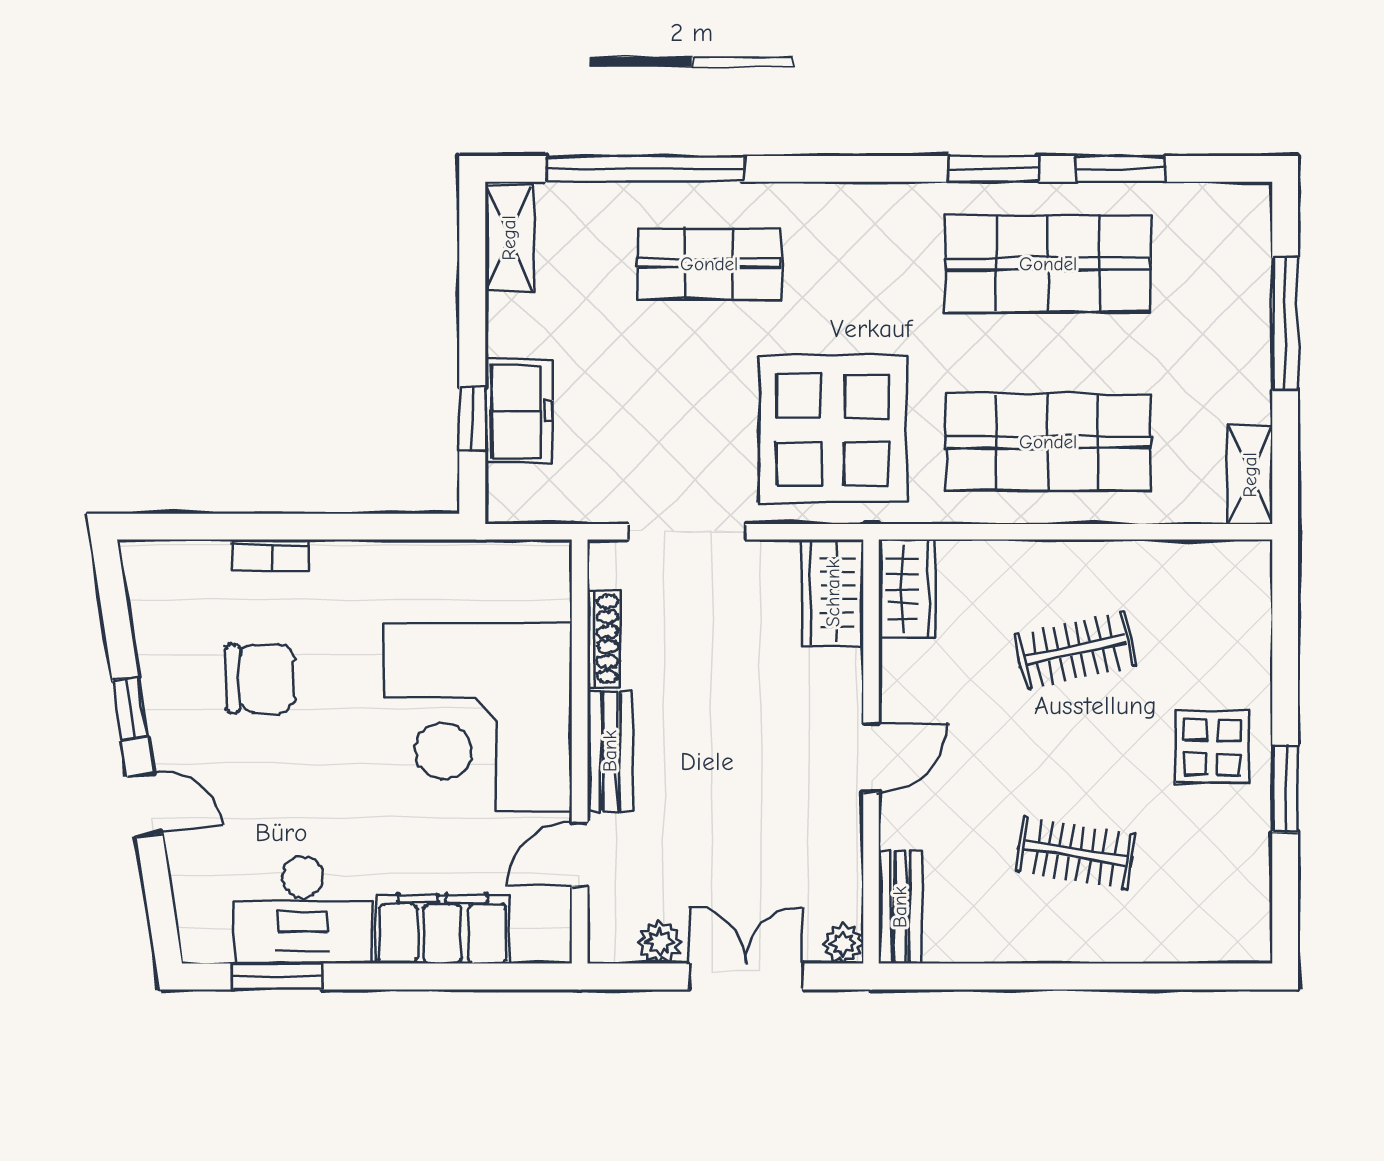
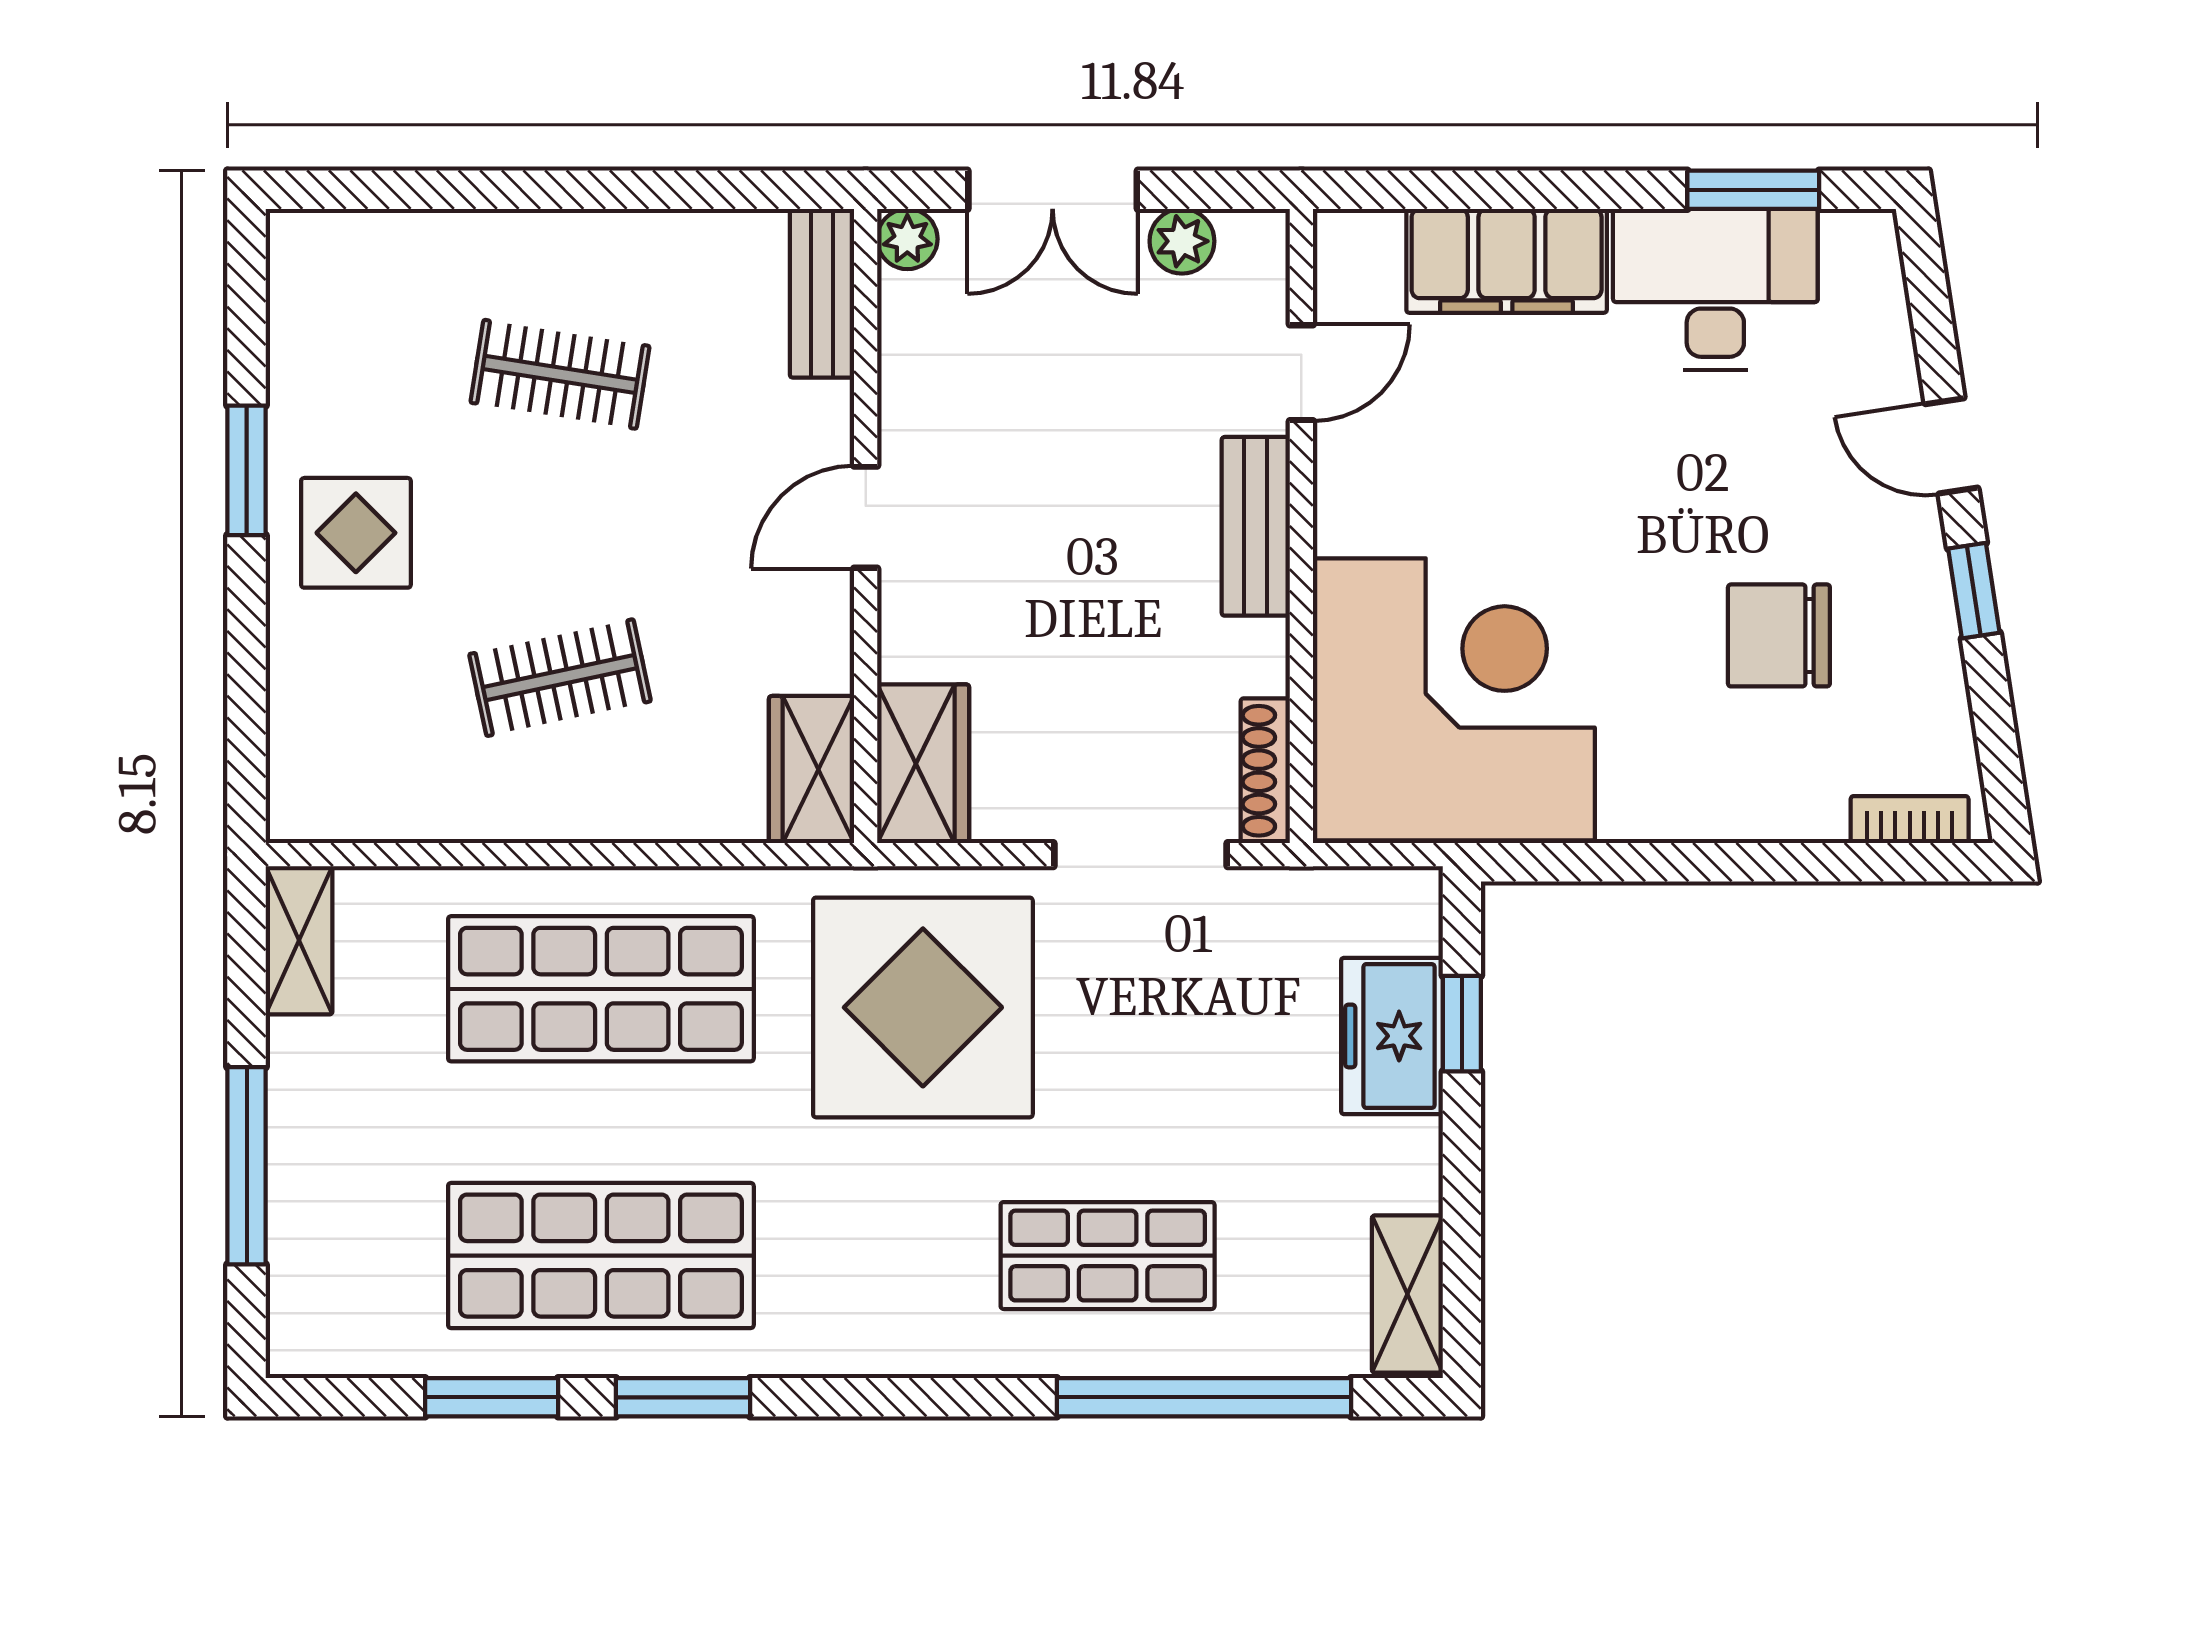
bookcase: (271, 555) -> (1910, 820), moved
shoe rack: (604, 639) -> (1265, 771), moved
corner desk: (478, 717) -> (1454, 699), moved

